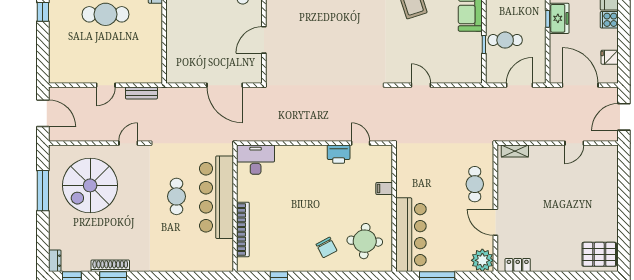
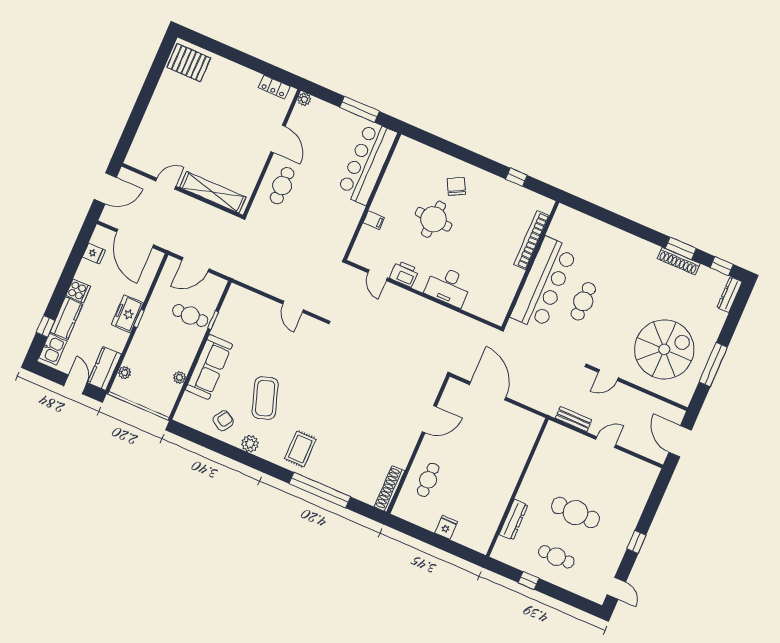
shelving: (515, 151) -> (213, 192), width x2.20, depth x1.33
desk: (256, 160) -> (448, 286), moved
round table: (365, 241) -> (434, 219), moved
plant: (482, 260) -> (304, 99), width x0.53, depth x0.53
dresser: (55, 261) -> (729, 295), width x1.44

